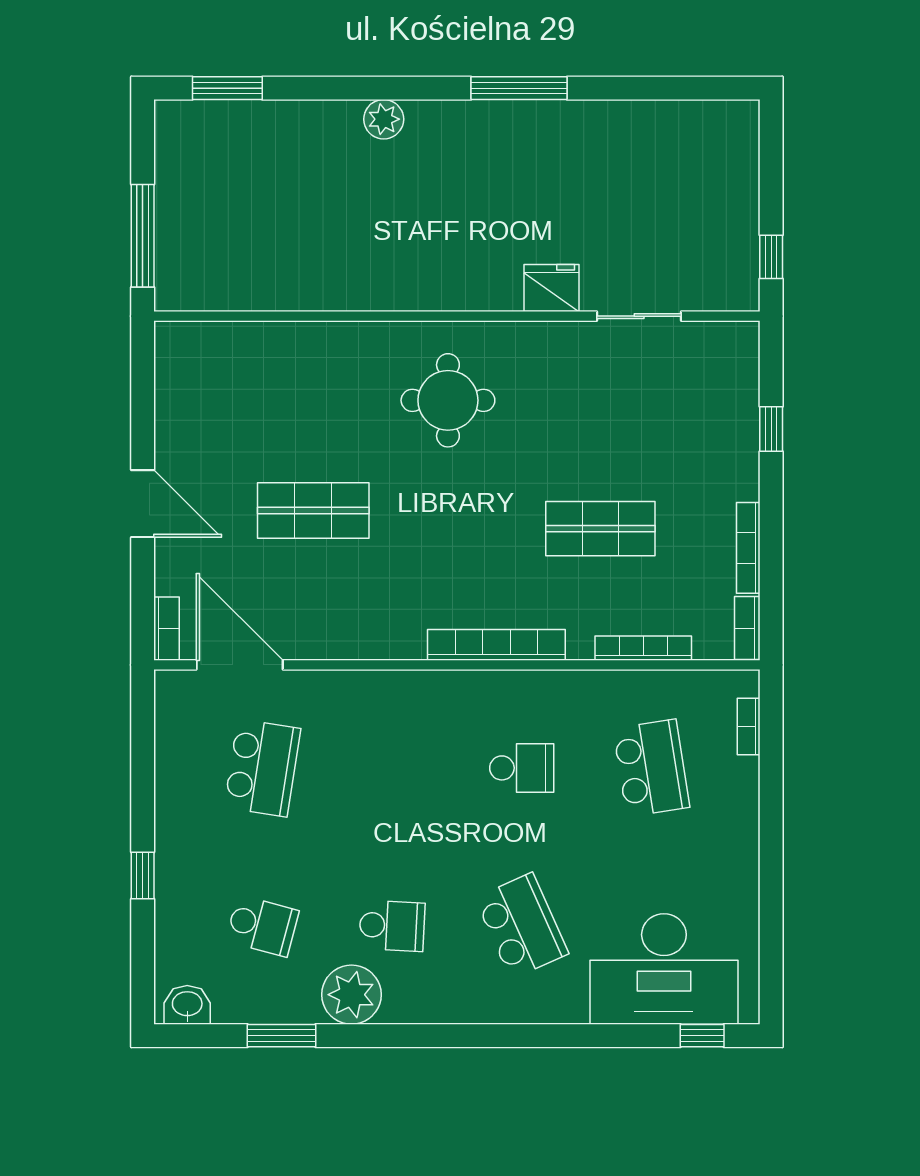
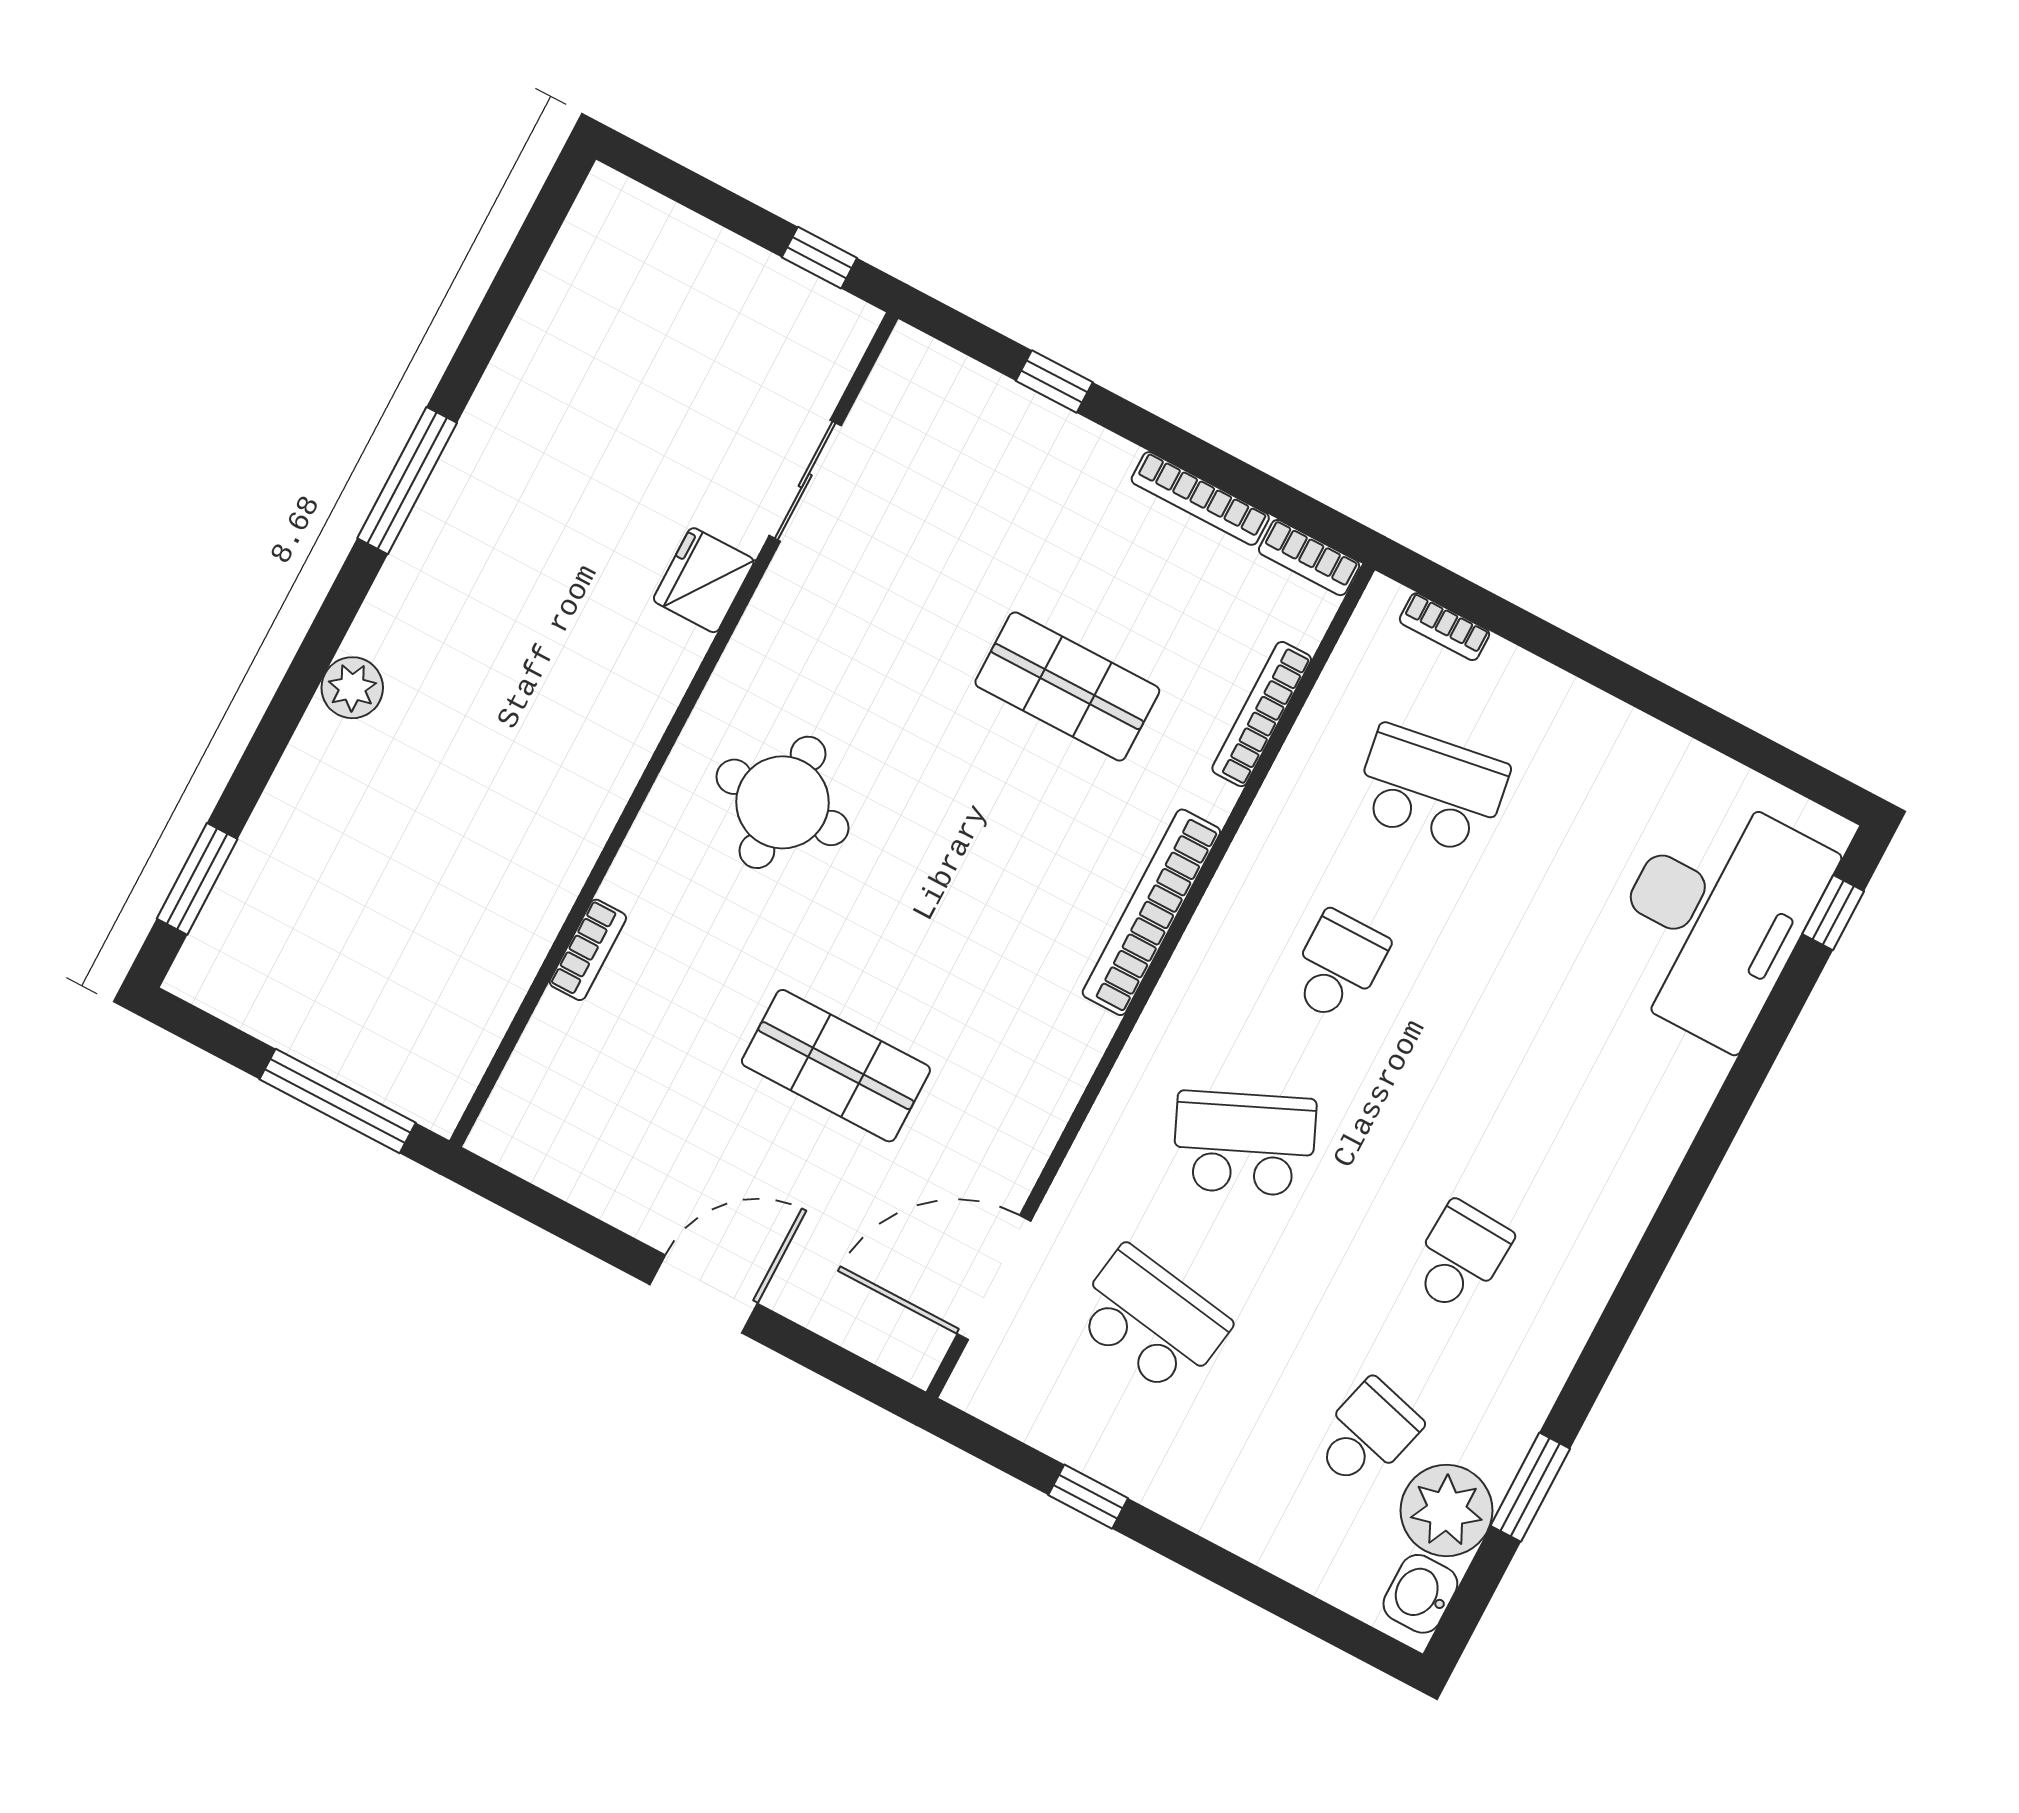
shop shelf: (313, 510) -> (836, 1066), turned 90
shop shelf: (600, 529) -> (1067, 687), turned 90
bookcase: (166, 629) -> (588, 950), moved, turned 90
window: (143, 875) -> (1088, 1497), moved
school desk: (522, 926) -> (1244, 1144), moved
plant: (351, 995) -> (1447, 1510), moved

